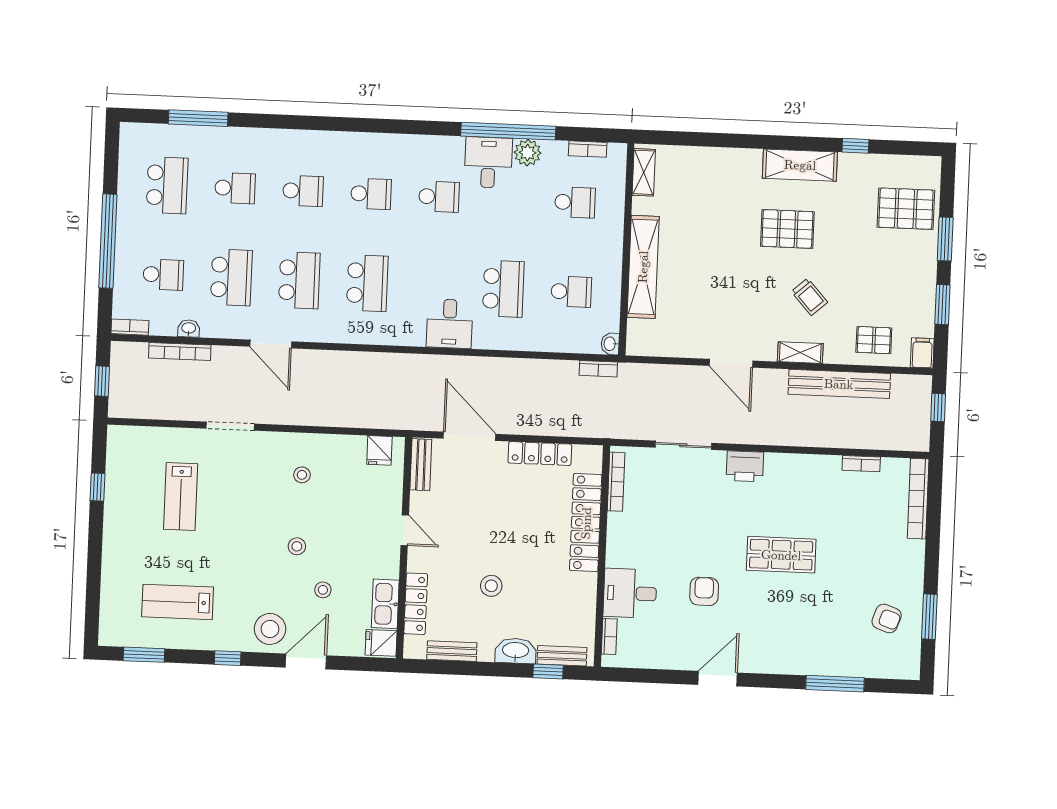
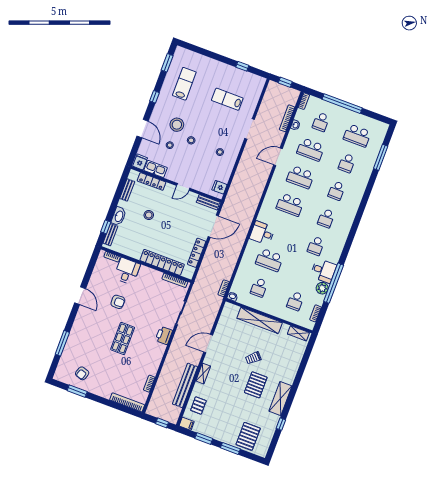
trolley: (809, 297) -> (253, 358), moved
stool: (270, 629) -> (177, 125), moved

